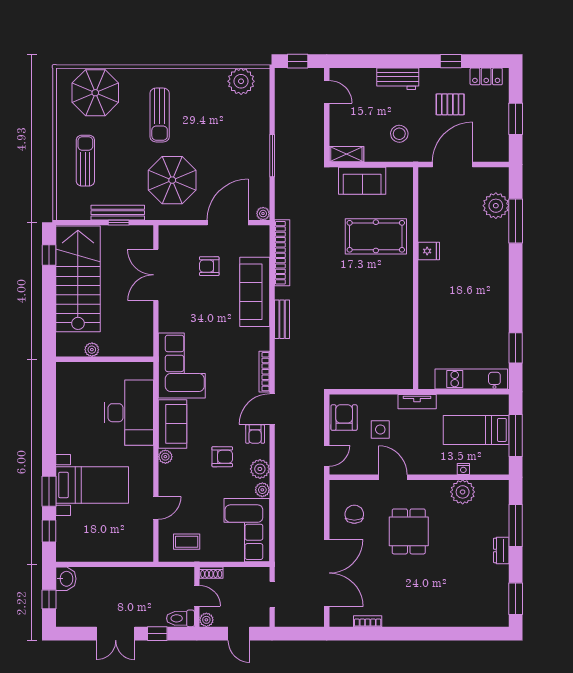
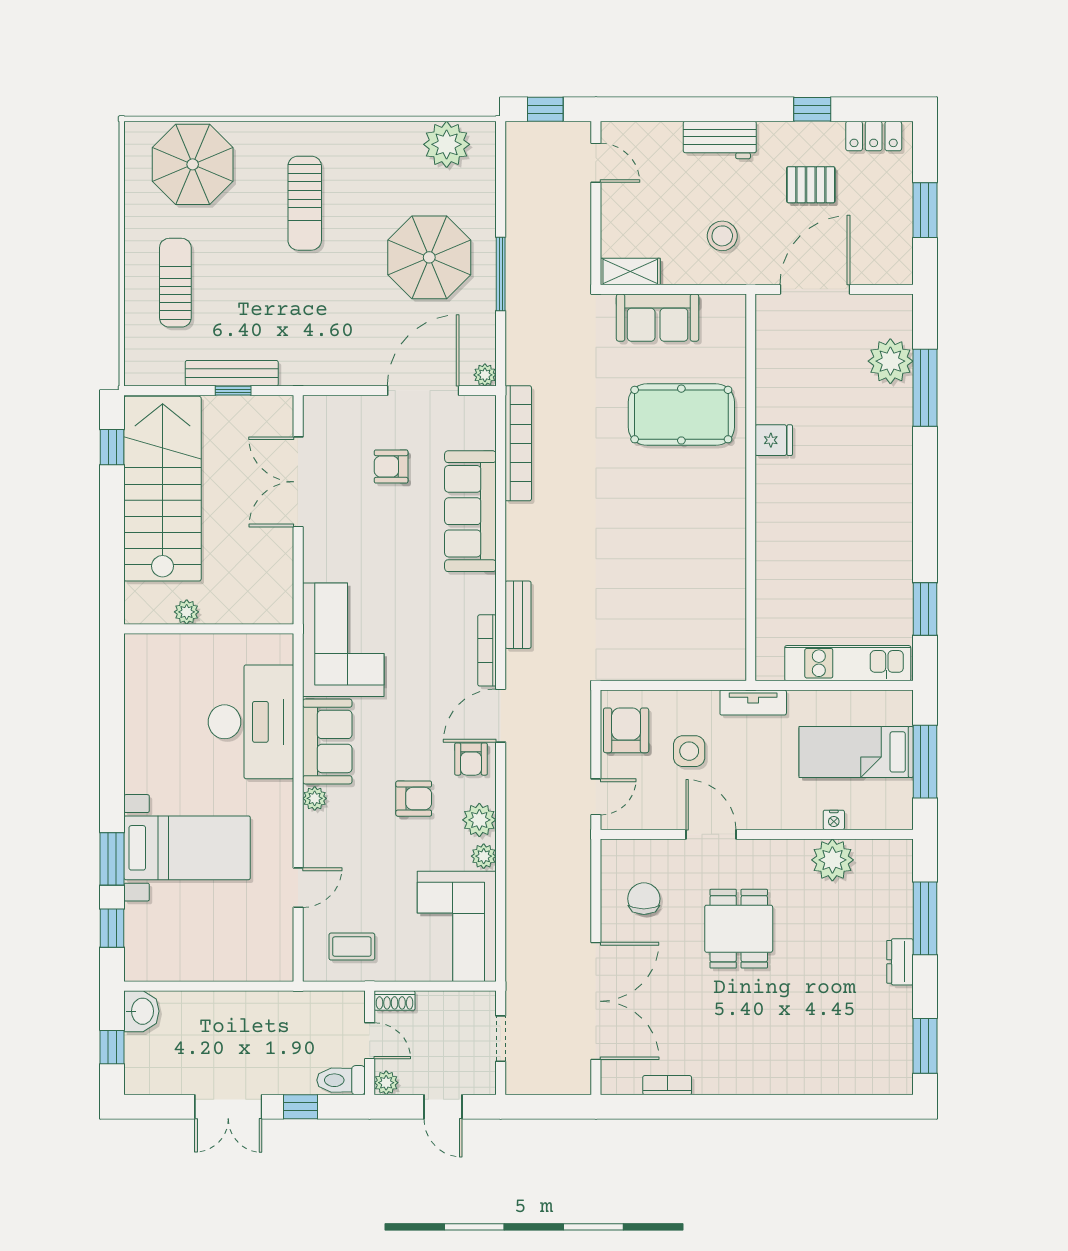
parasol: (172, 180) -> (429, 257), moved
bench: (282, 319) -> (518, 615), moved

